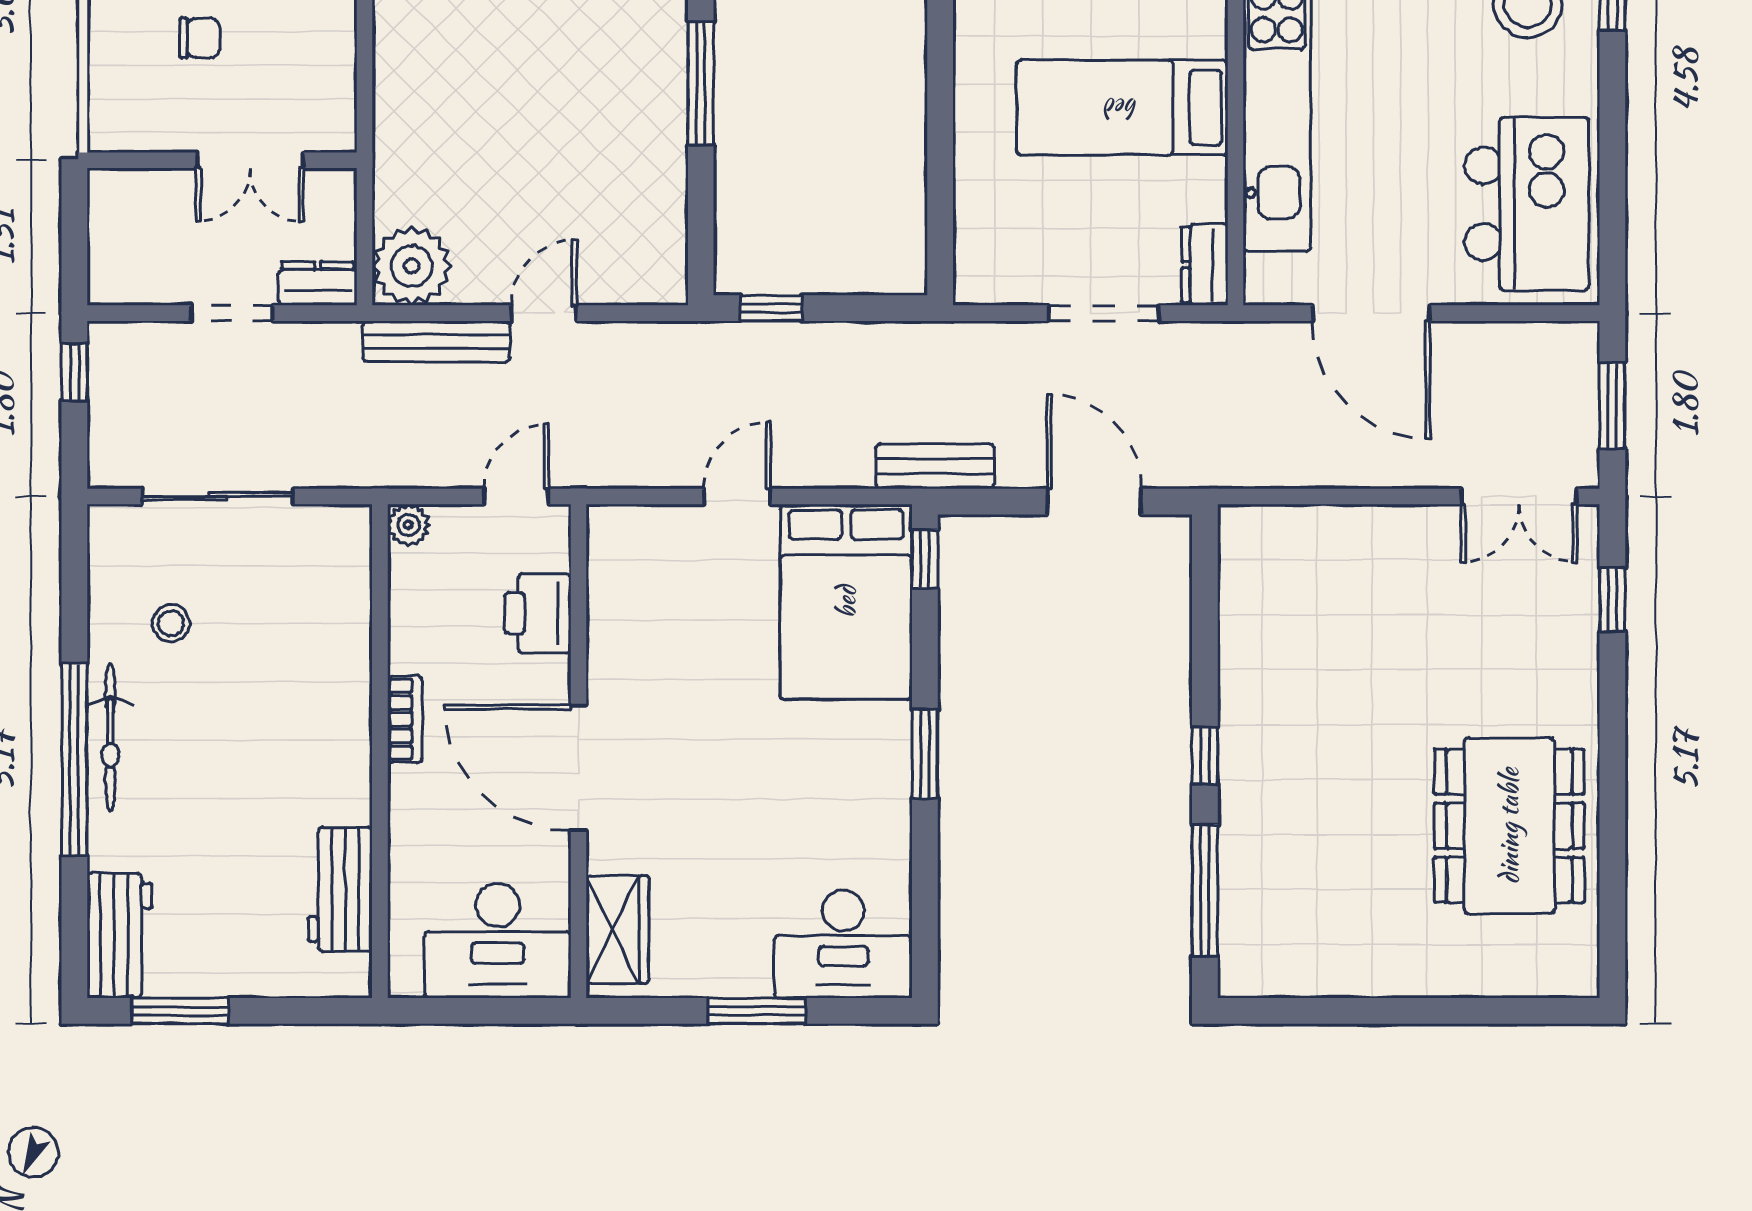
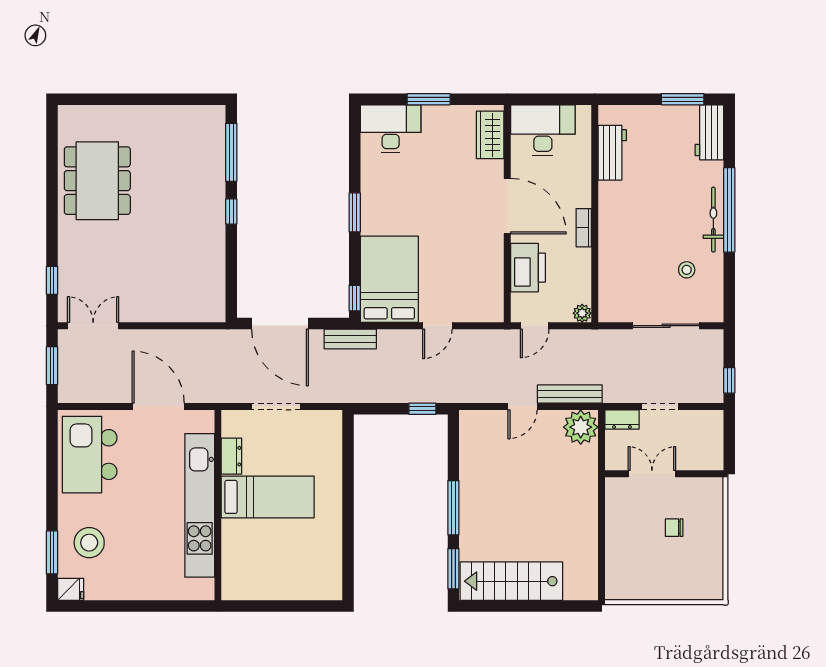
dresser: (1205, 264) -> (231, 456), moved
door: (1094, 502) -> (280, 323), width x1.36
printer: (538, 613) -> (528, 268), width x1.37, depth x1.19

